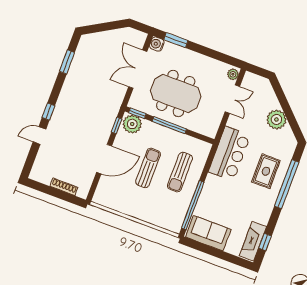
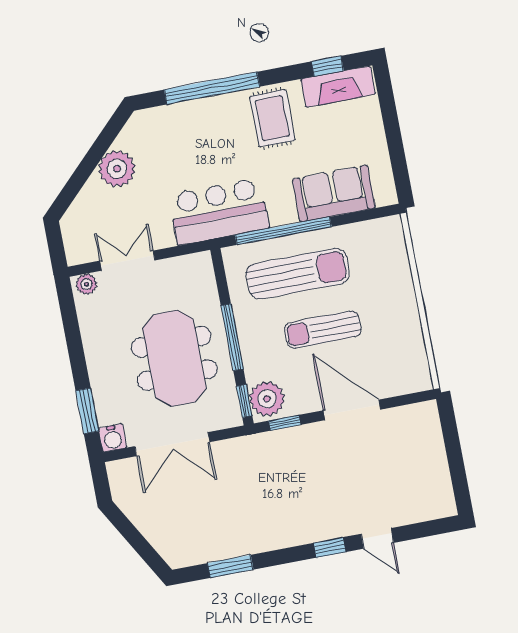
rug: (266, 171) -> (272, 118), moved, turned 90
sun lounger: (180, 172) -> (298, 274), width x1.36, depth x1.34
shoe rack: (64, 187) -> (437, 448), removed
window: (193, 205) -> (283, 231), moved
sofa: (208, 233) -> (334, 194), moved, turned 90

